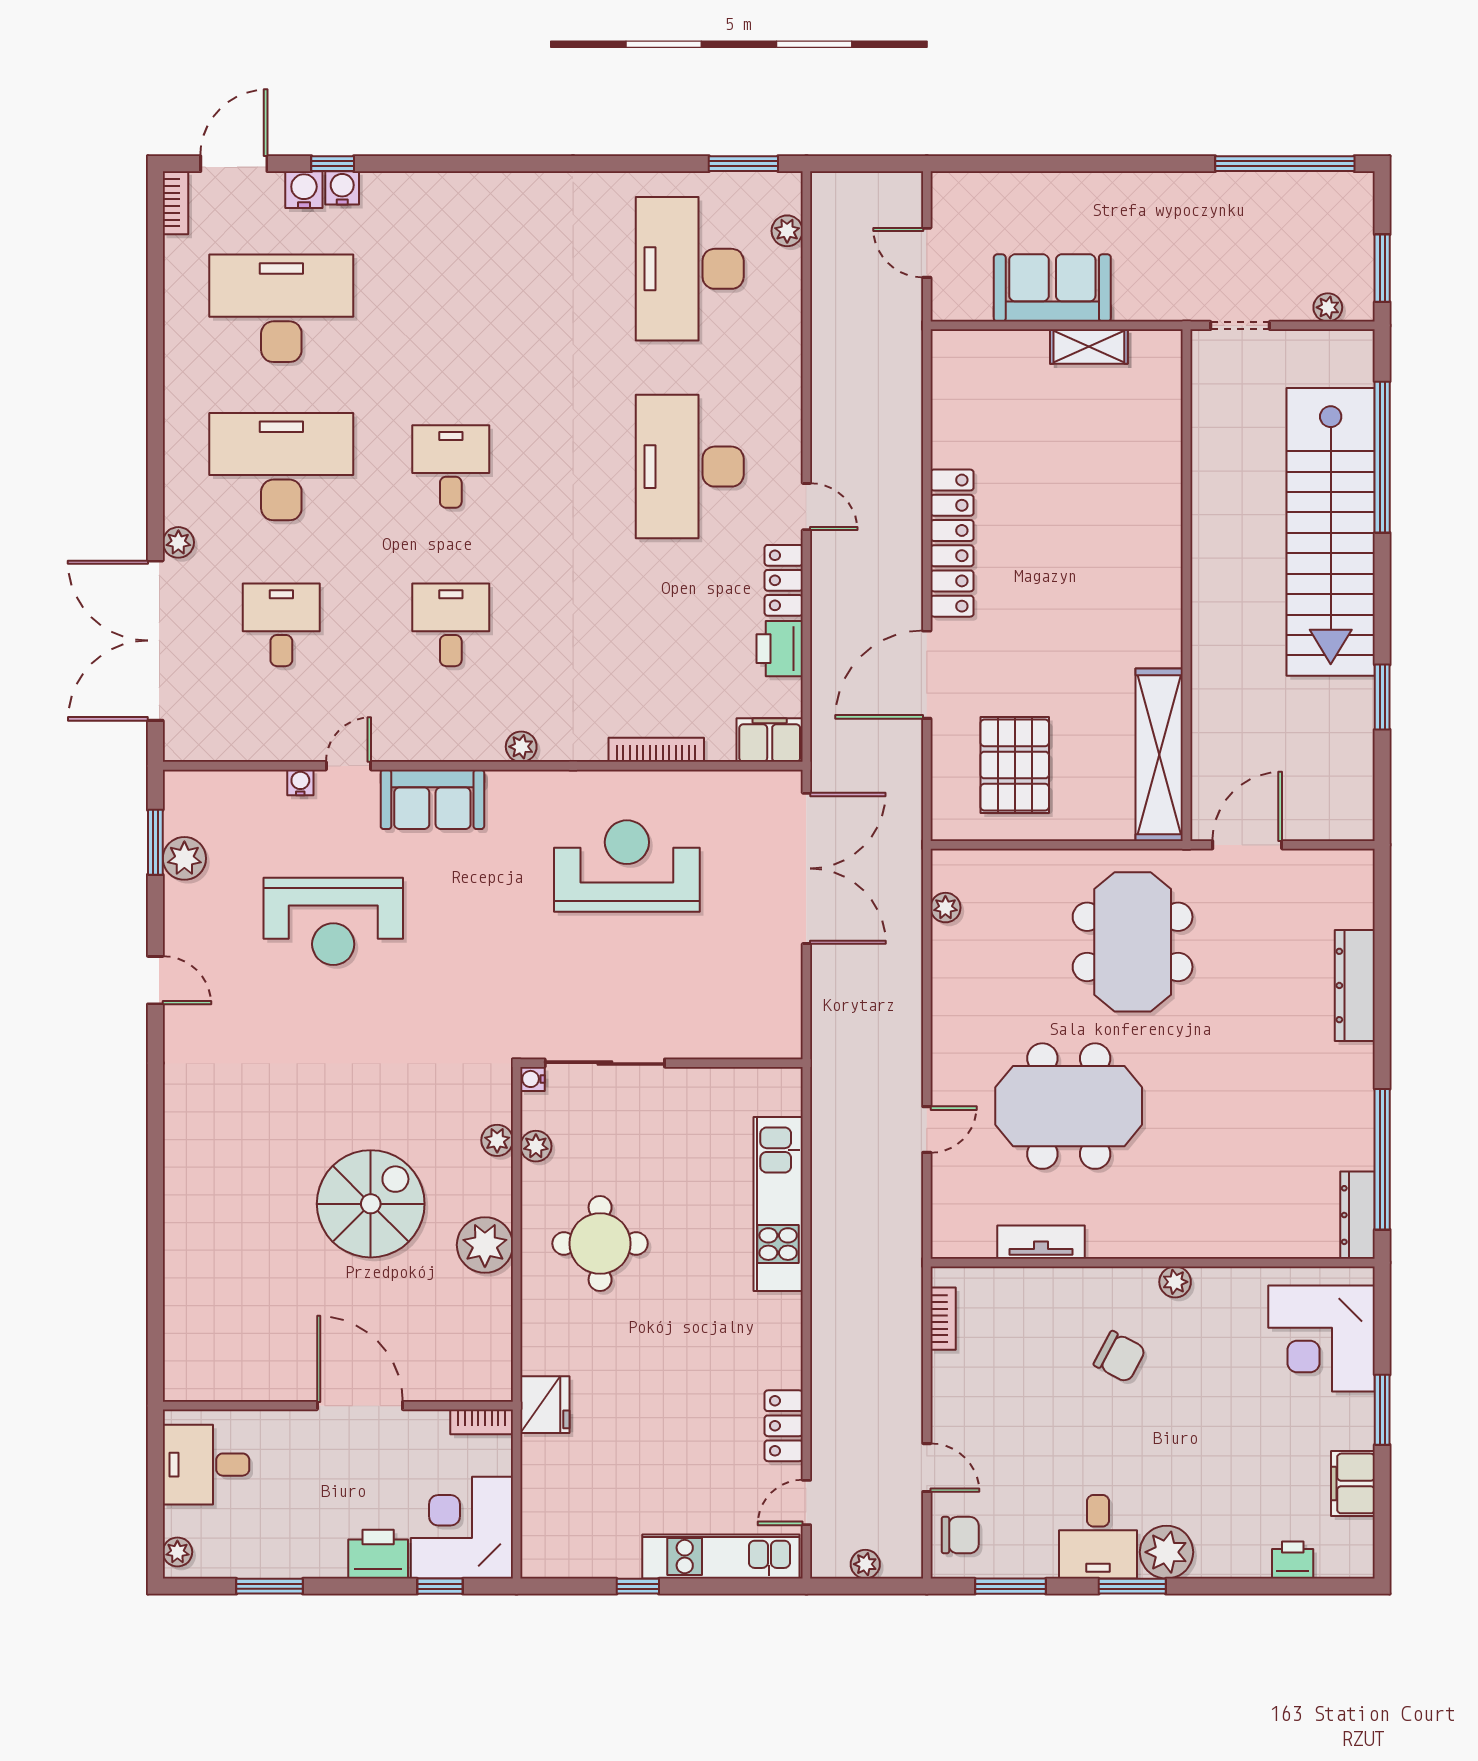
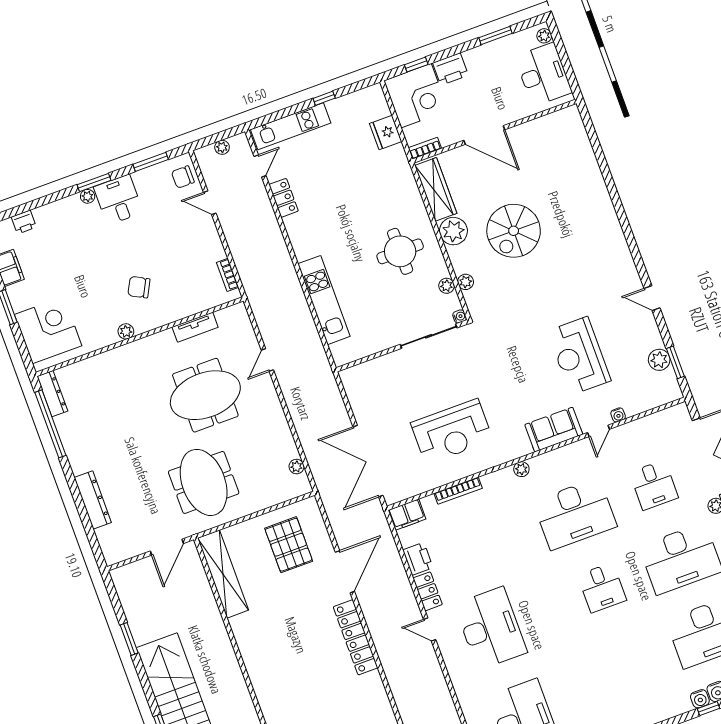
desk: (451, 625) -> (575, 514), width x1.87, depth x1.30
reception desk: (333, 921) -> (579, 356), turned -90
wardrobe: (490, 1336) -> (436, 189), added
fridge: (545, 1405) -> (386, 132), moved
desk: (206, 1465) -> (543, 74), width x1.37
plant: (1166, 1552) -> (88, 196), width x0.53, depth x0.53

